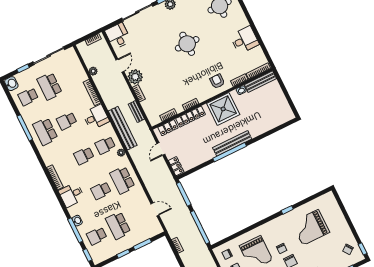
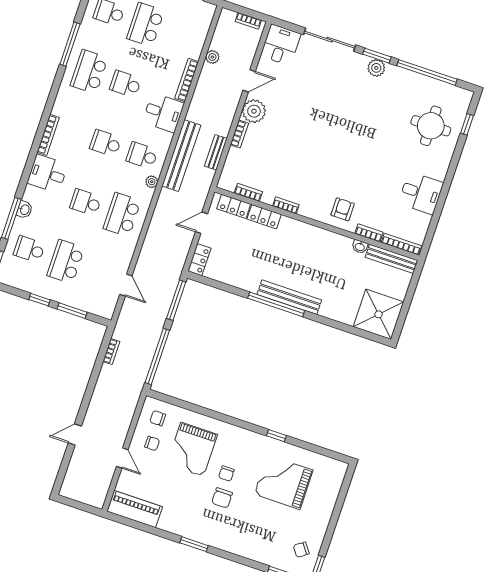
round table: (187, 44) -> (351, 132), removed
shower: (223, 109) -> (379, 314), moved
locker: (191, 117) -> (264, 217), width x0.66

